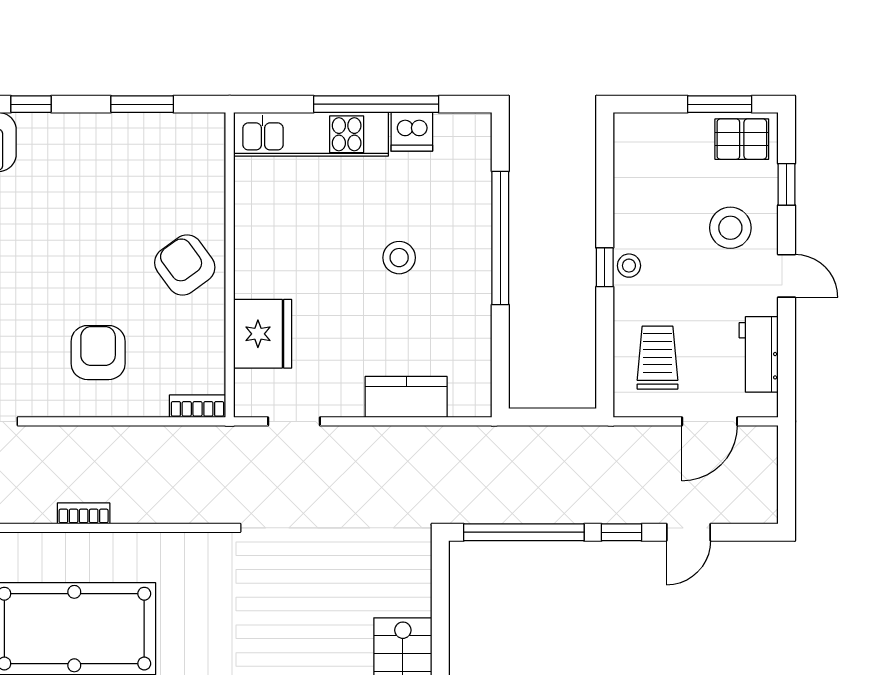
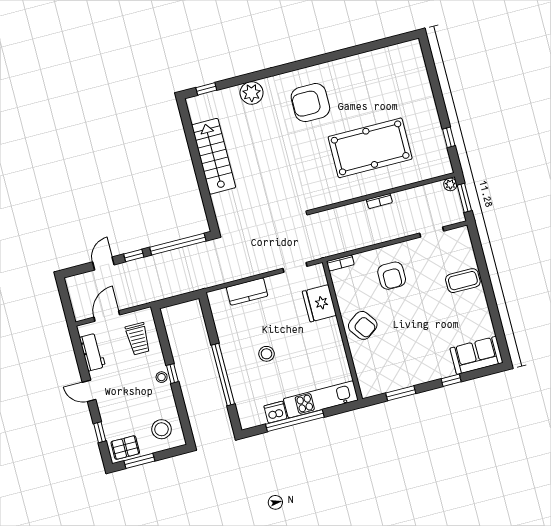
stool: (730, 228) -> (162, 429), moved

